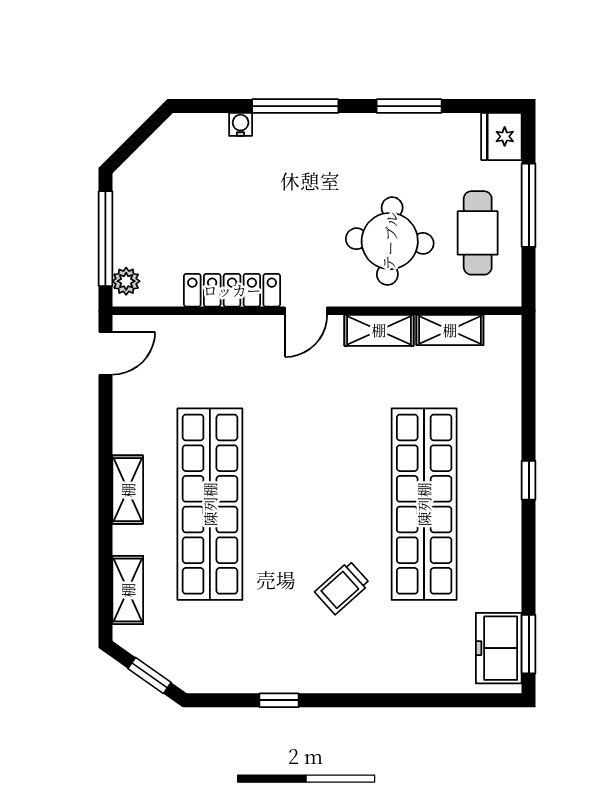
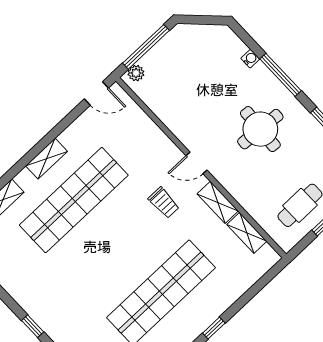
round table: (390, 241) -> (260, 129), moved
locker: (232, 290) -> (175, 122), removed
trolley: (342, 588) -> (164, 203), moved, turned -138
window: (279, 700) -> (33, 326), moved

